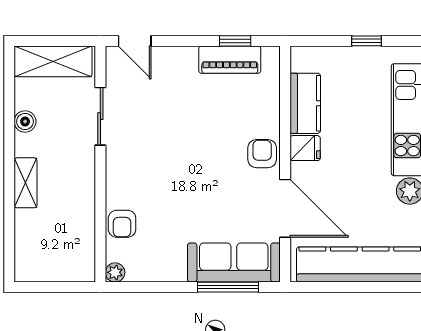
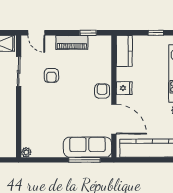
piano: (230, 60) -> (72, 42), moved
kitchen counter: (305, 103) -> (124, 51), moved
armchair: (122, 224) -> (51, 75), moved

